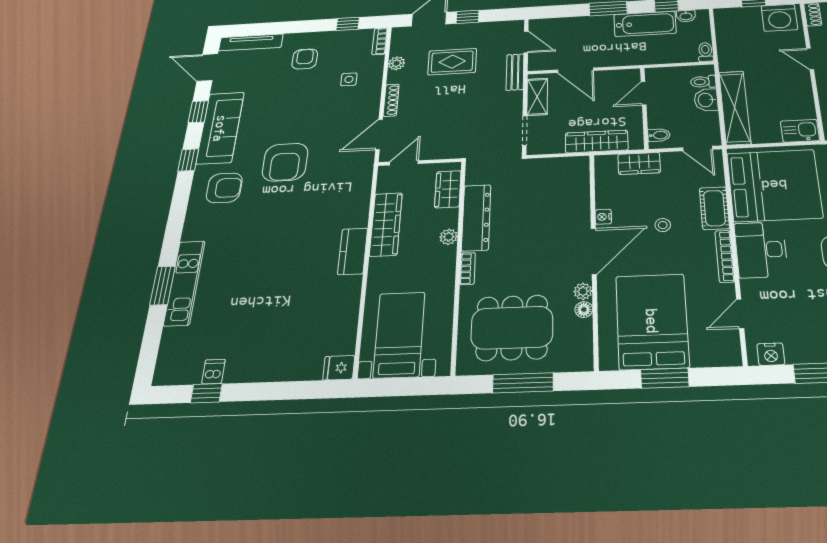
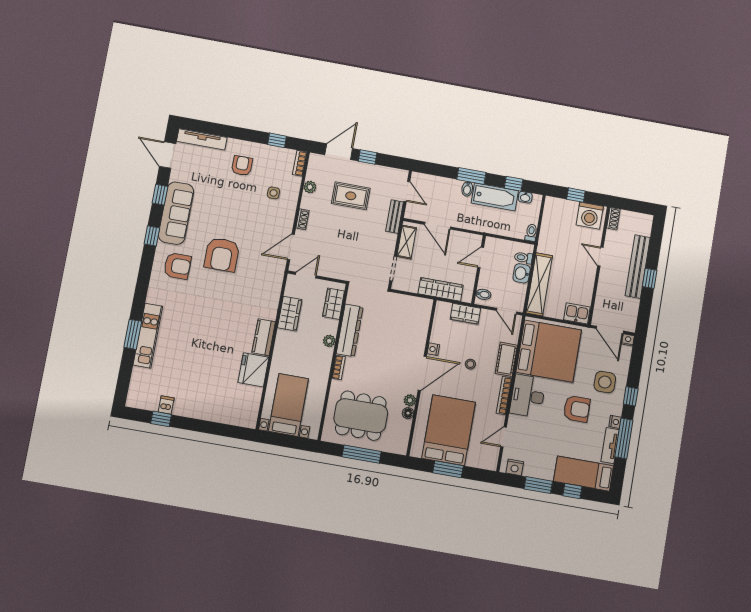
bidet: (606, 23) -> (467, 189), added
shoe rack: (391, 100) -> (302, 219), width x0.70
wardrobe: (386, 224) -> (290, 314), width x0.67
fridge: (339, 368) -> (253, 370), moved, width x1.88, depth x1.34

